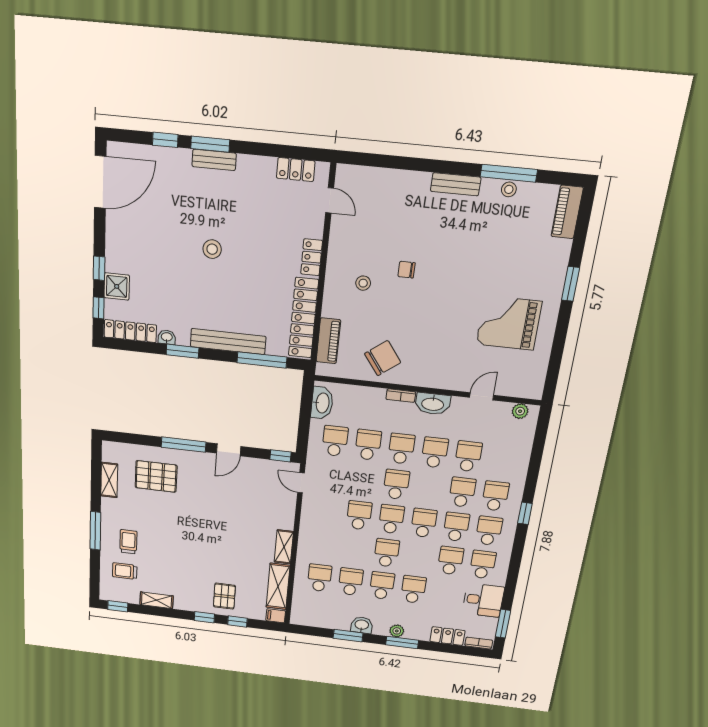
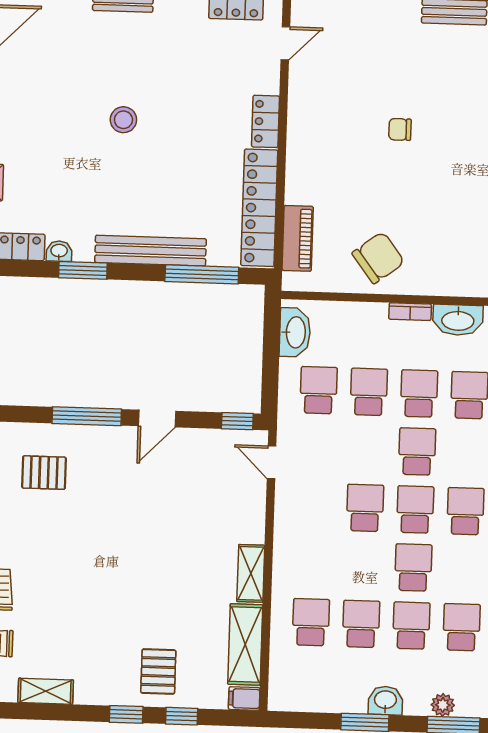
door: (330, 200) -> (285, 43), hinge flipped
stool: (363, 283) -> (341, 152), removed
pallet: (156, 476) -> (44, 473), width x0.67, depth x0.71

